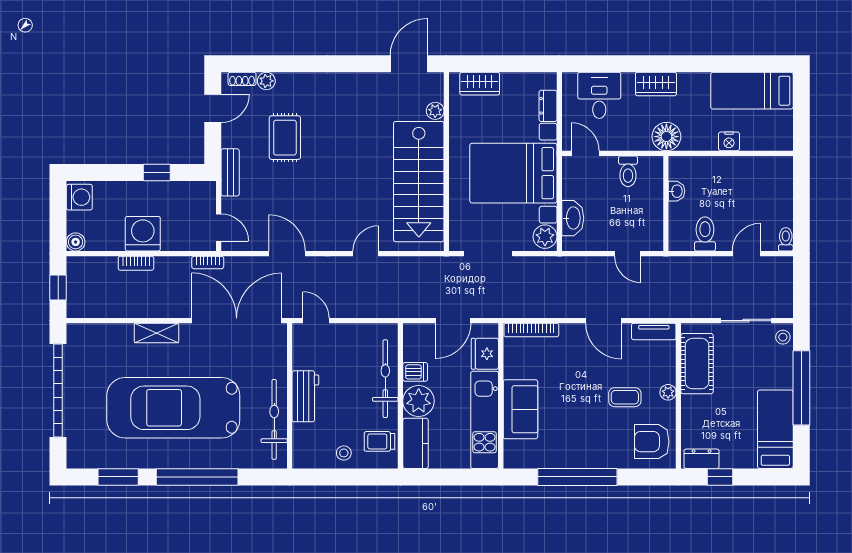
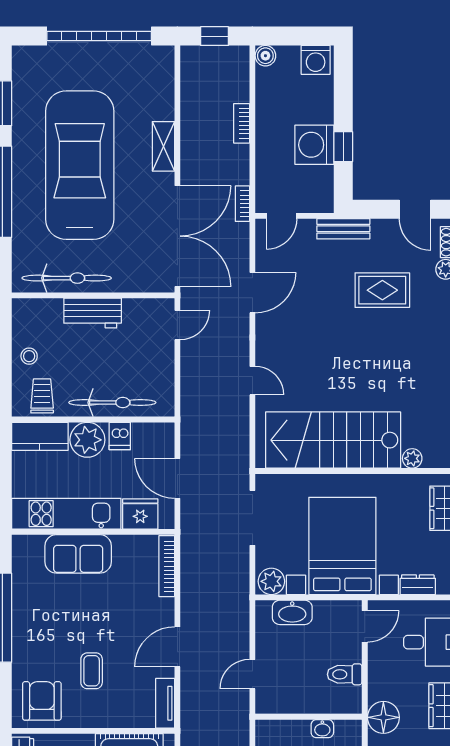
washing machine: (143, 234) -> (314, 145), moved, turned 180
plant: (668, 392) -> (97, 719), removed

